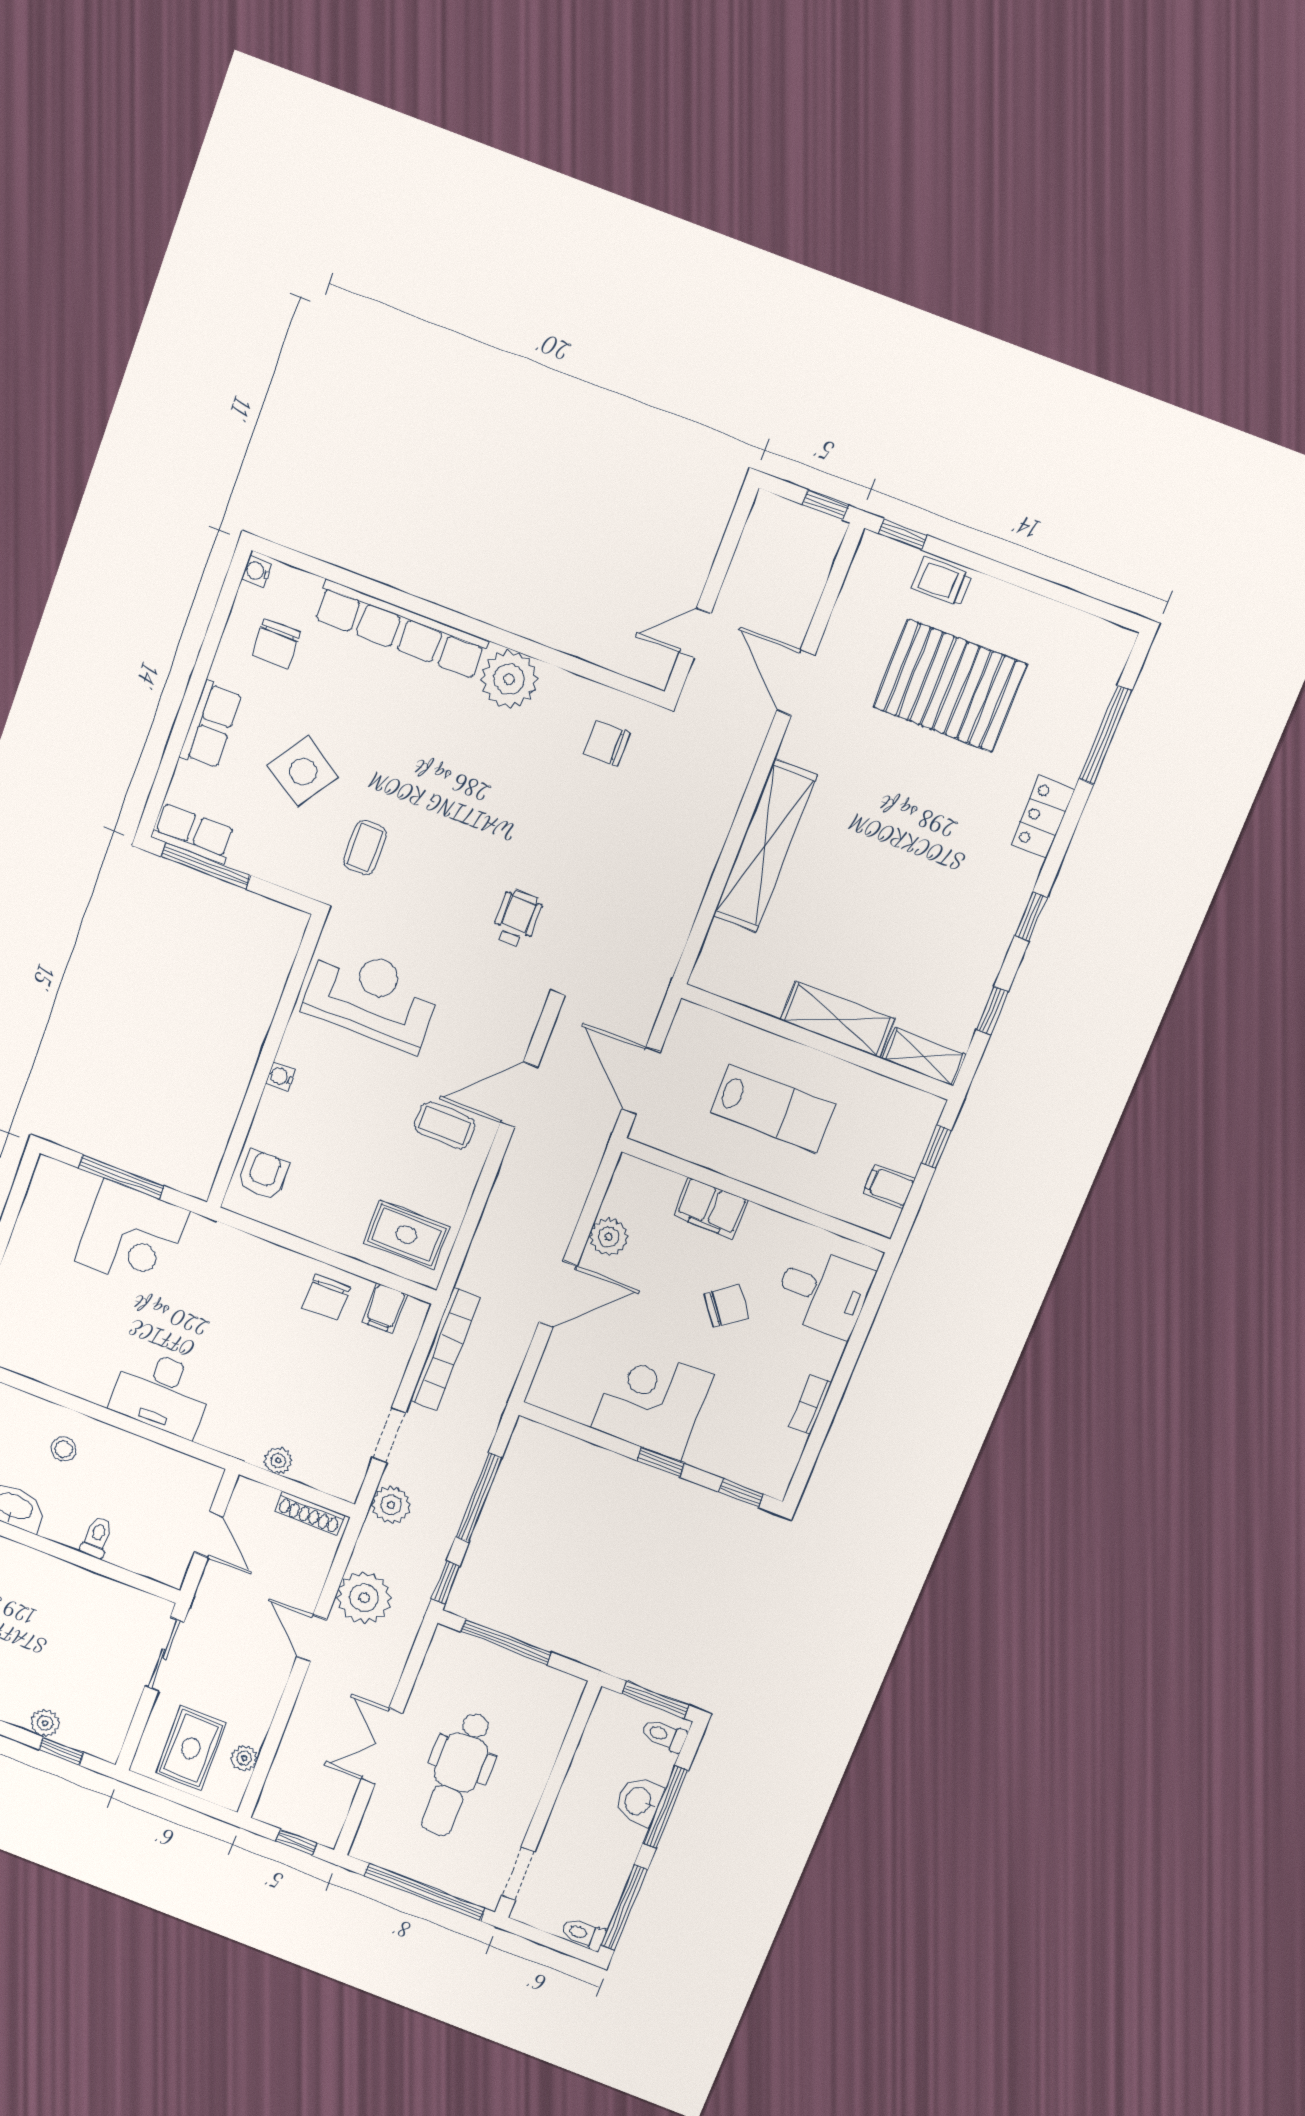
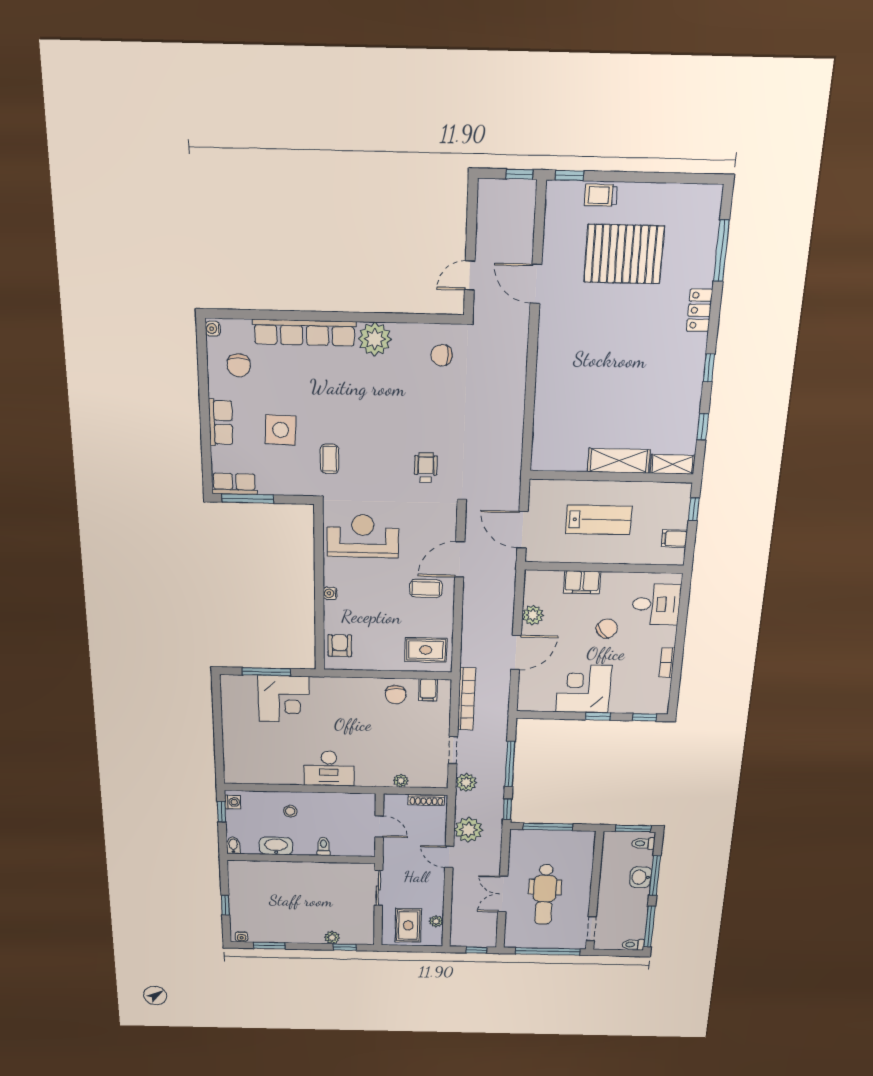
side table: (303, 772) -> (281, 430), turned -32
shelving: (765, 846) -> (548, 381), removed

